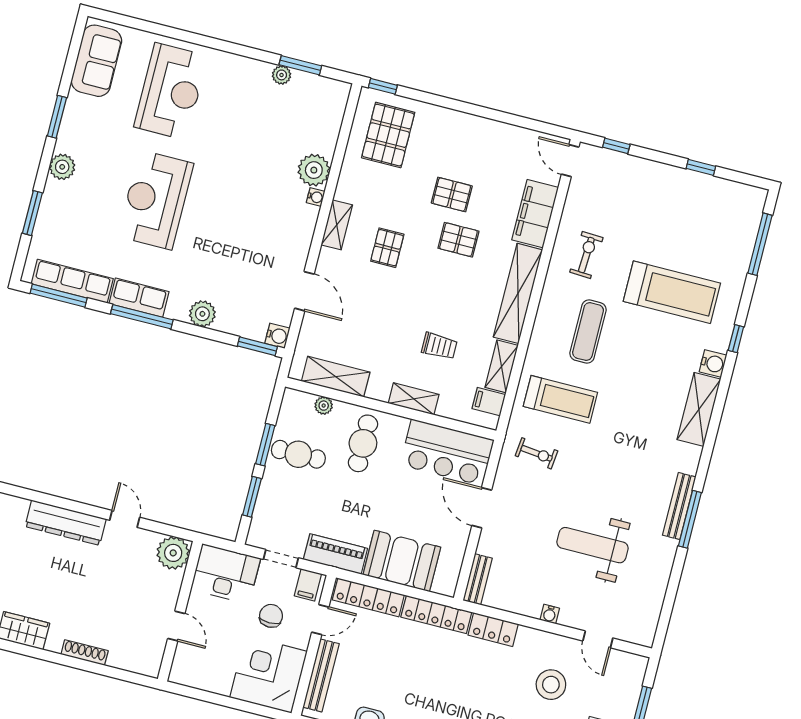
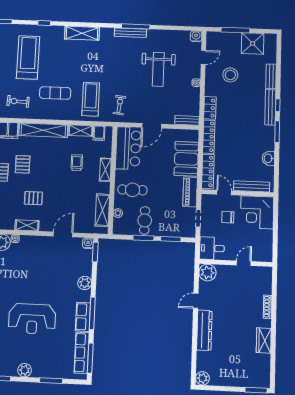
water cooler: (713, 363) -> (196, 36), moved
desk: (226, 574) -> (212, 248), width x0.73
filing cabinet: (308, 585) -> (208, 202), removed

